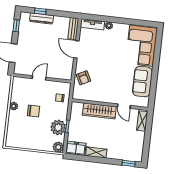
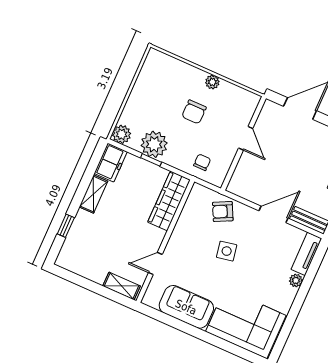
side table: (105, 69) -> (227, 251), added
wardrobe: (99, 111) -> (169, 201), moved
window: (129, 163) -> (66, 226), moved

